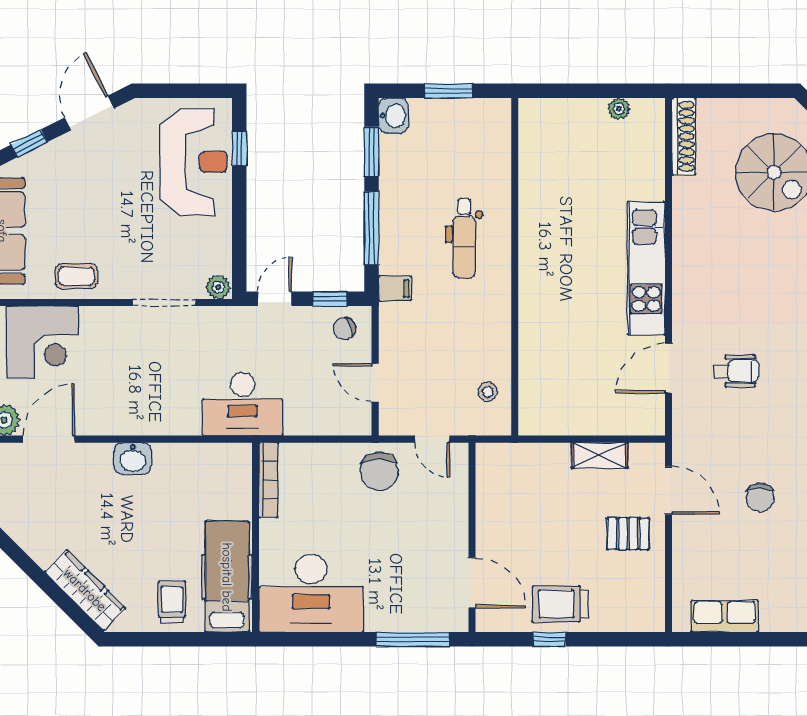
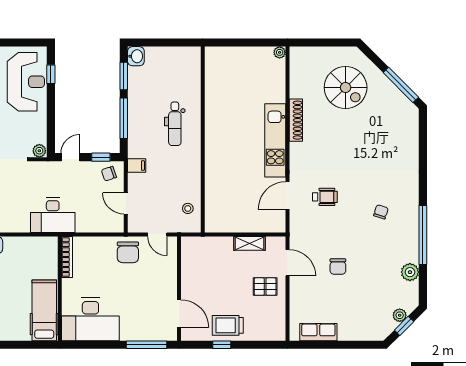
window: (448, 91) -> (166, 43), removed
plant: (619, 109) -> (280, 52), moved
shoe rack: (684, 136) -> (296, 120), moved
filing cabinet: (395, 288) -> (137, 165), moved
trolley: (172, 602) -> (14, 324), removed

